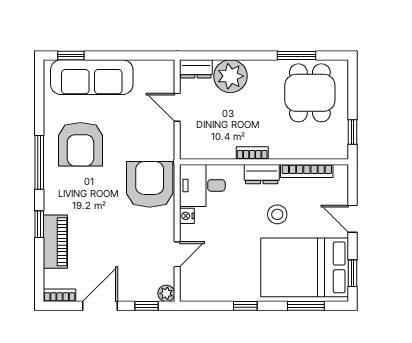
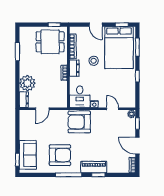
sofa: (92, 77) -> (28, 155), width x0.73
dining table: (310, 93) -> (50, 42), moved
door: (352, 219) -> (96, 25), hinge flipped
piano: (55, 242) -> (94, 167), moved

